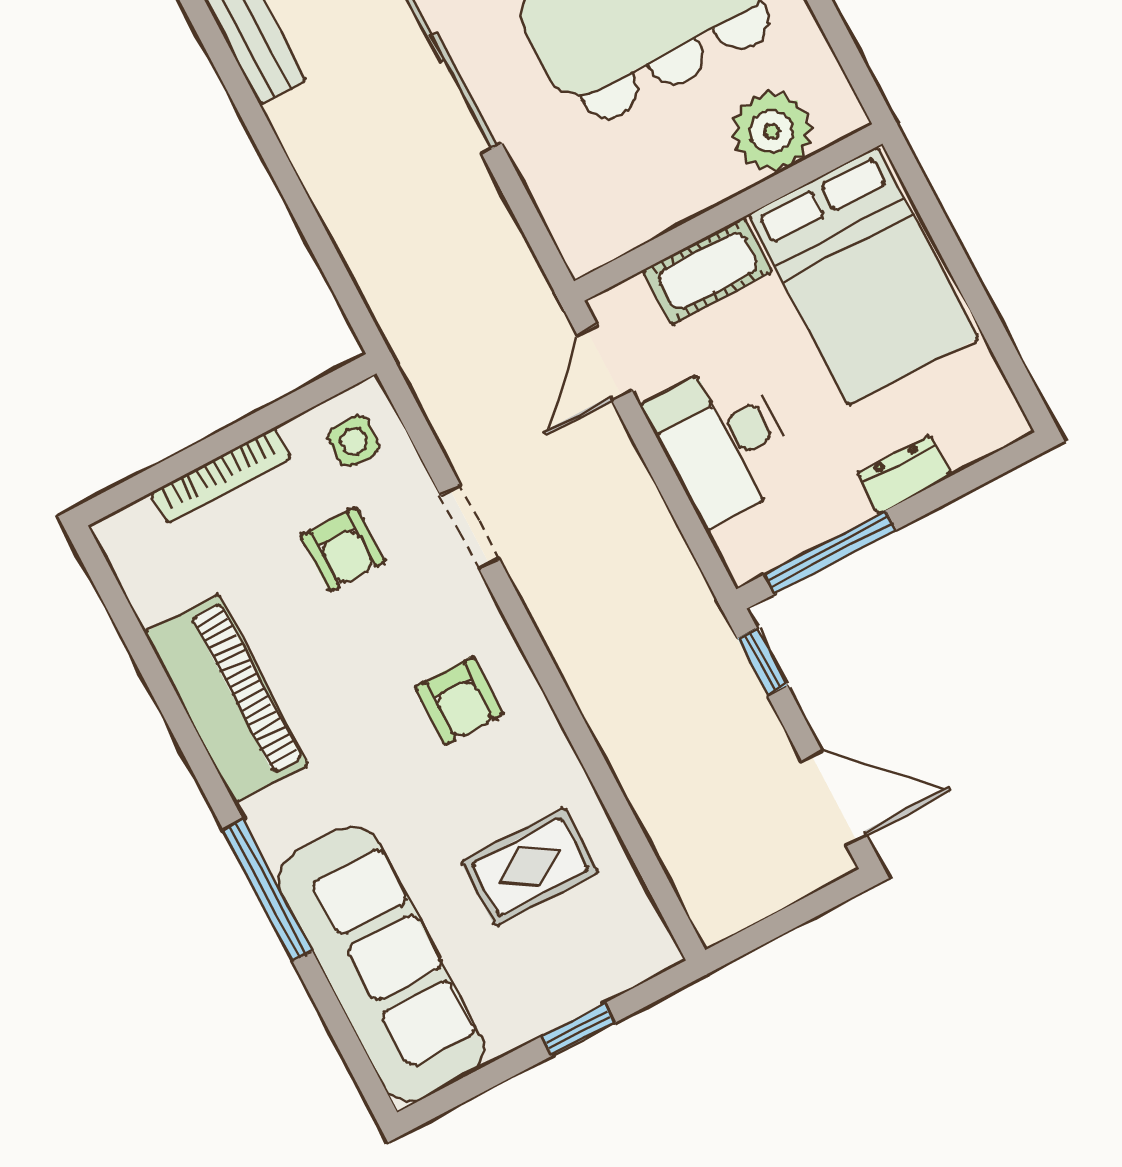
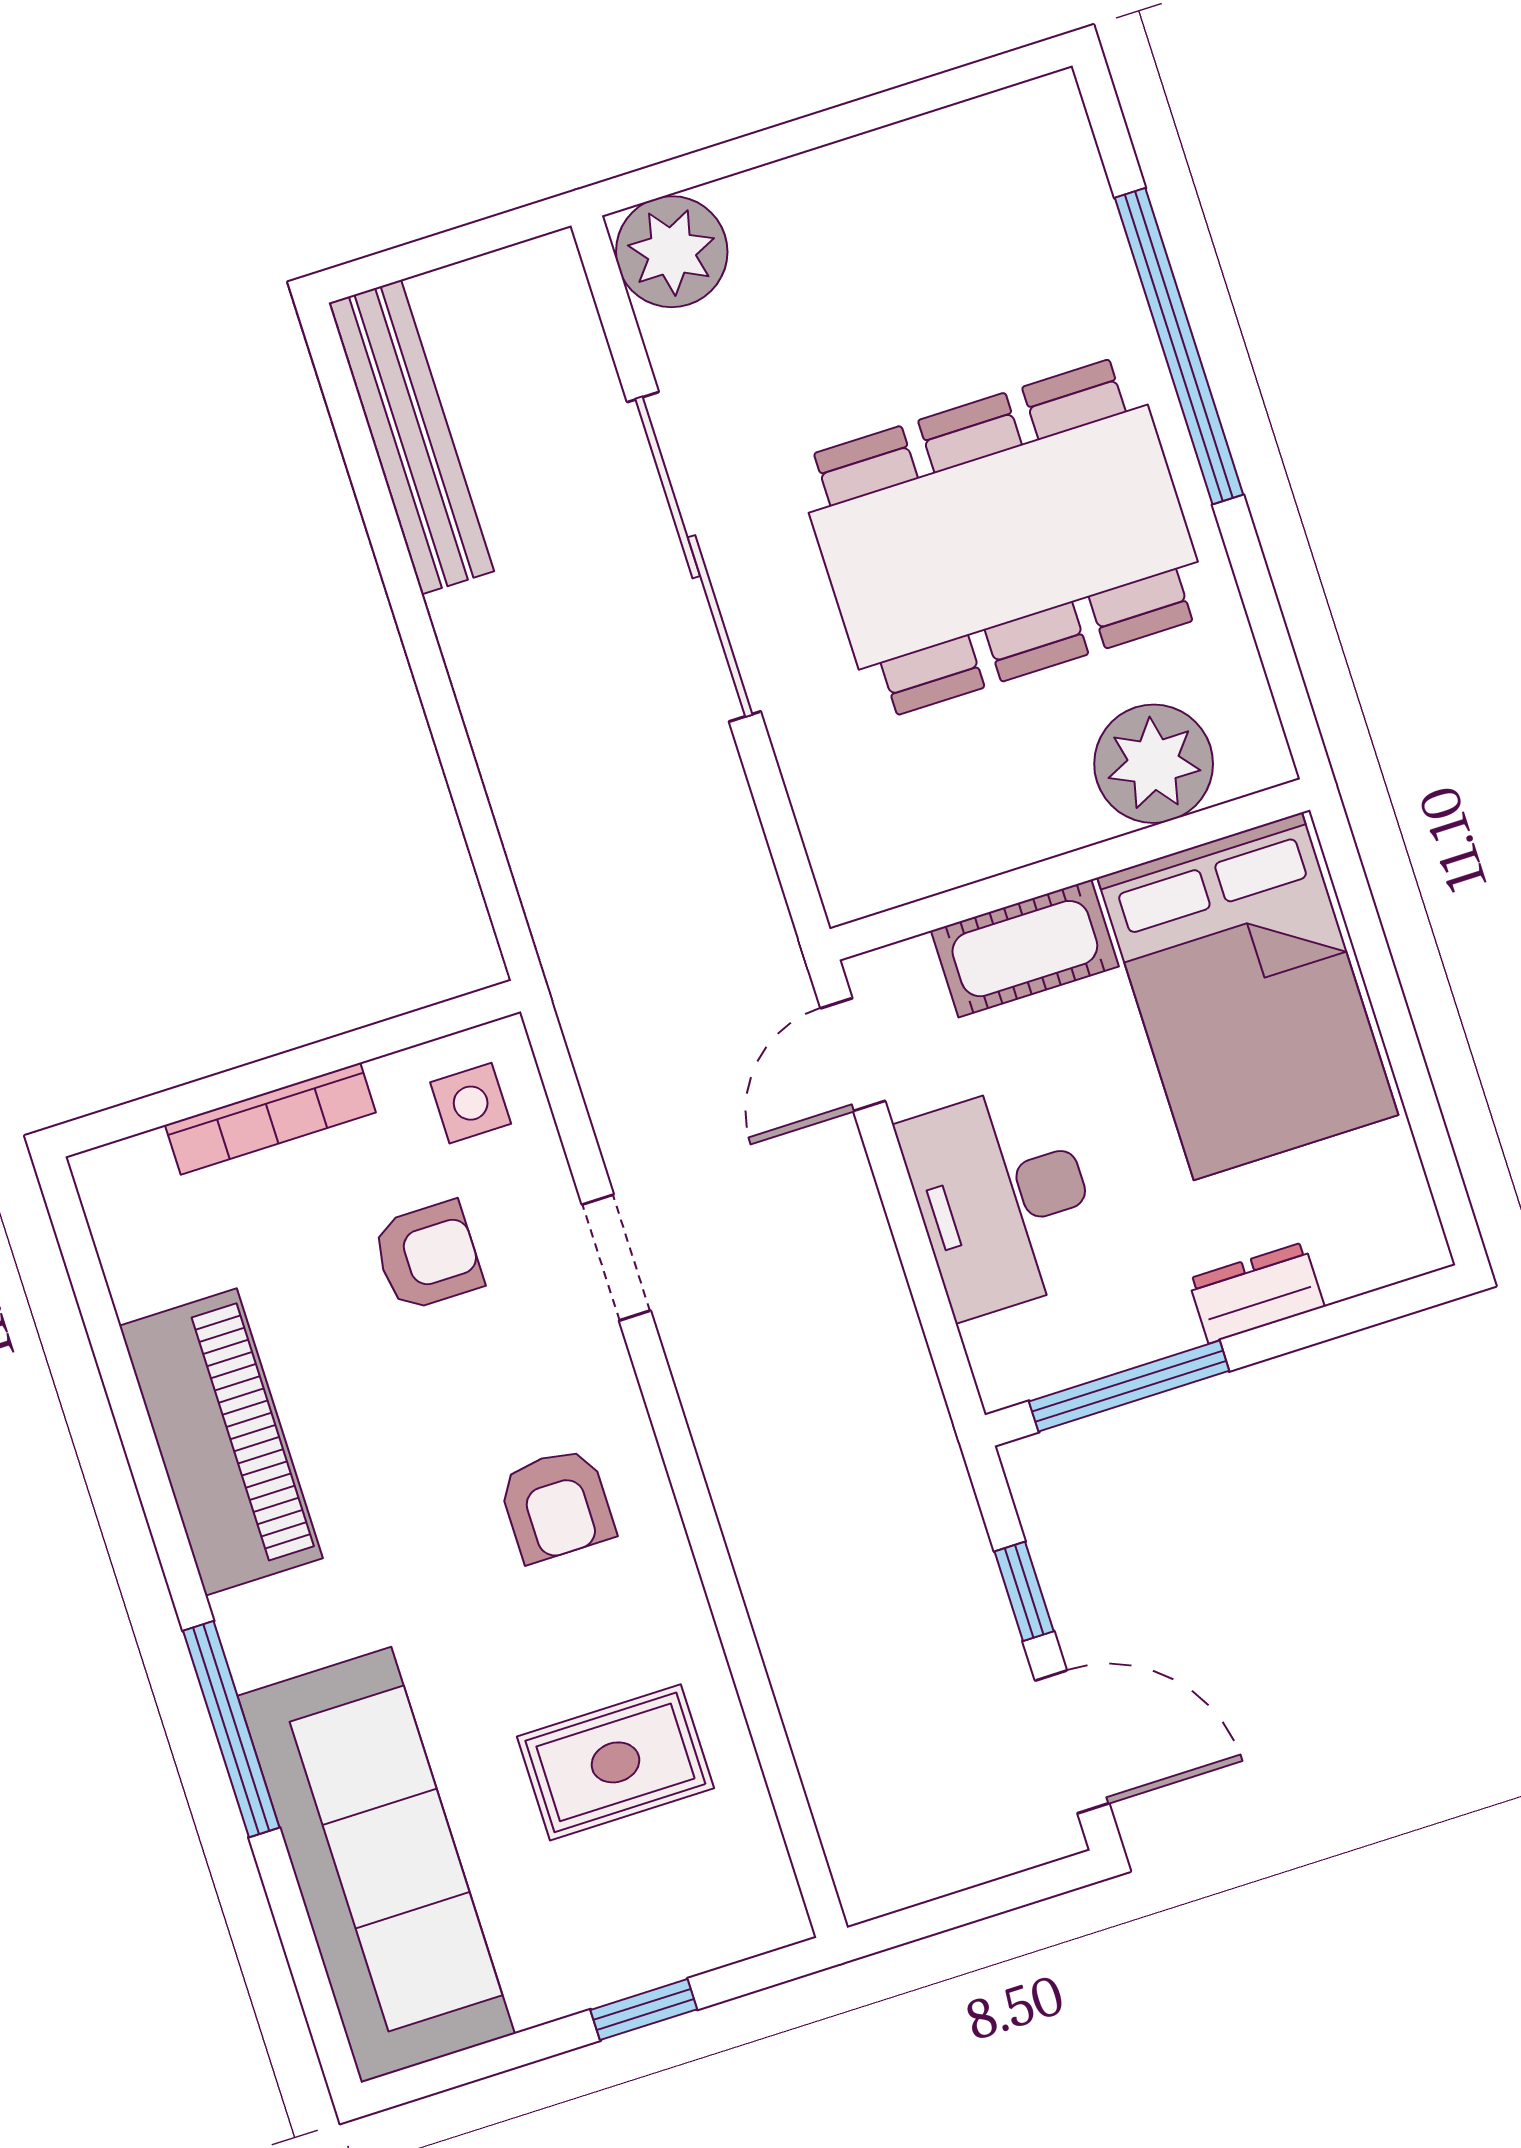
armchair: (343, 549) -> (428, 1256), turned -90
window: (762, 662) -> (1024, 1591), moved

